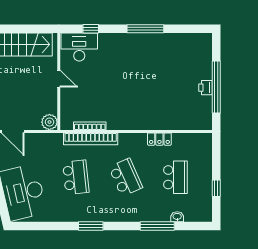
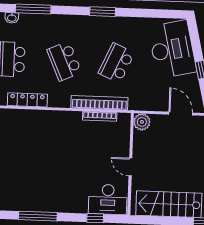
locker: (159, 139) -> (27, 100), width x1.53
school desk: (76, 177) -> (116, 63), turned 30

